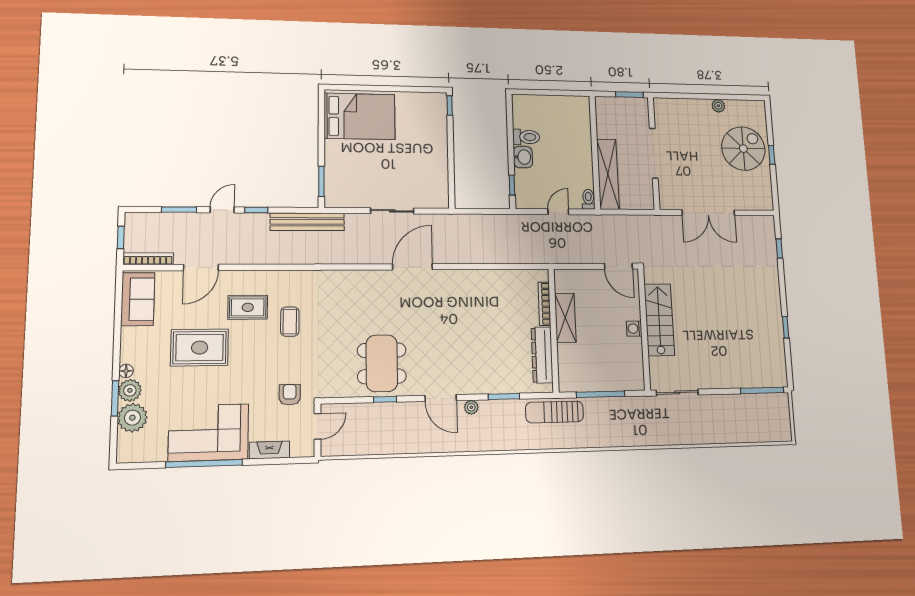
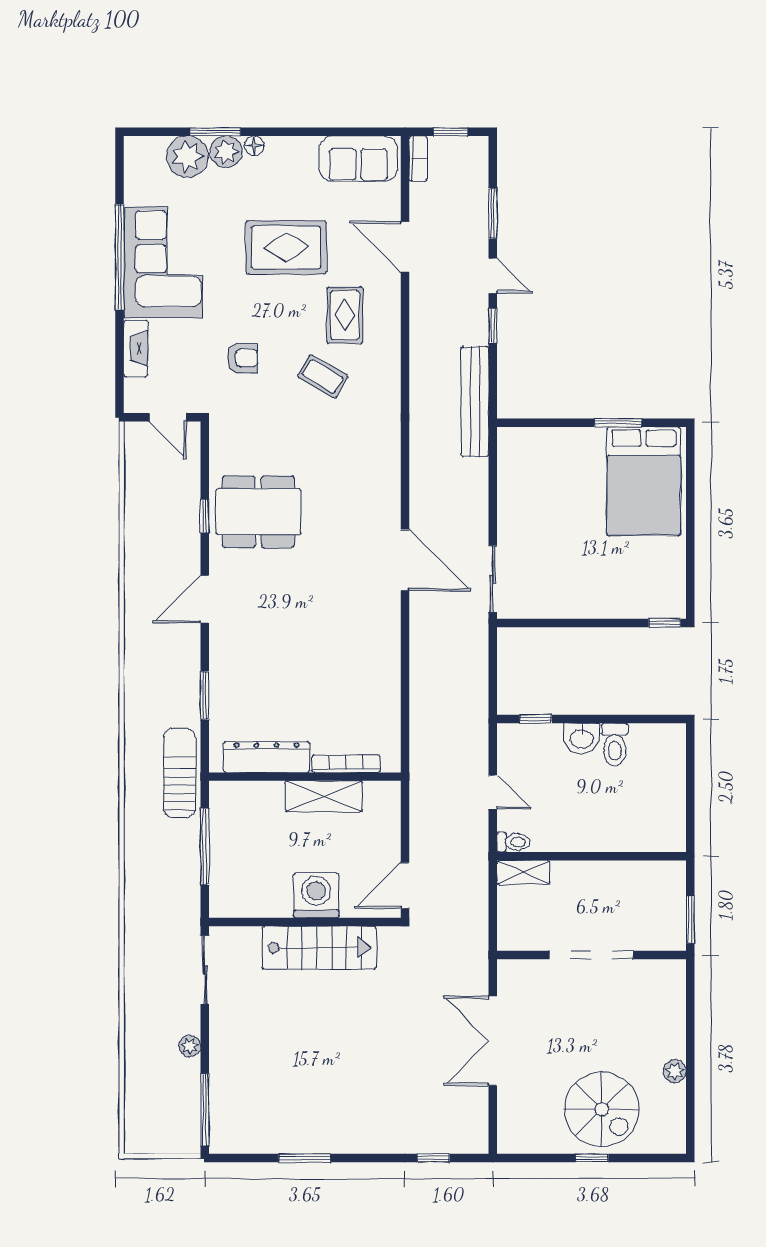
shelving: (608, 174) -> (523, 872), width x0.45, depth x0.75
window: (321, 181) -> (618, 423), moved
sliding door: (392, 211) -> (493, 579), moved
bookcase: (148, 259) -> (418, 159), width x0.64
coffee table: (290, 322) -> (323, 376), turned 30
window: (786, 327) -> (305, 1158), width x1.50
washing machine: (634, 329) -> (316, 895), width x1.89, depth x1.89
rug: (200, 348) -> (286, 247), turned 90
armchair: (290, 395) -> (242, 358), moved
plant: (471, 407) -> (190, 1046), moved

